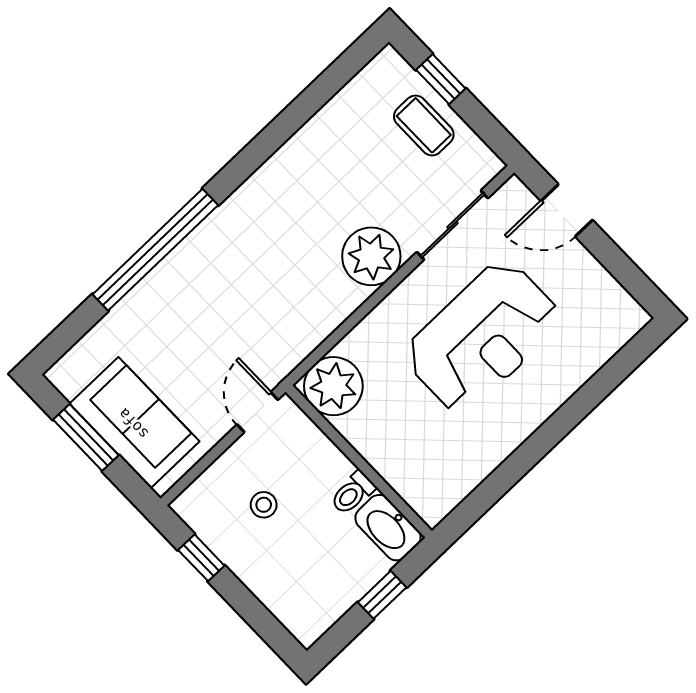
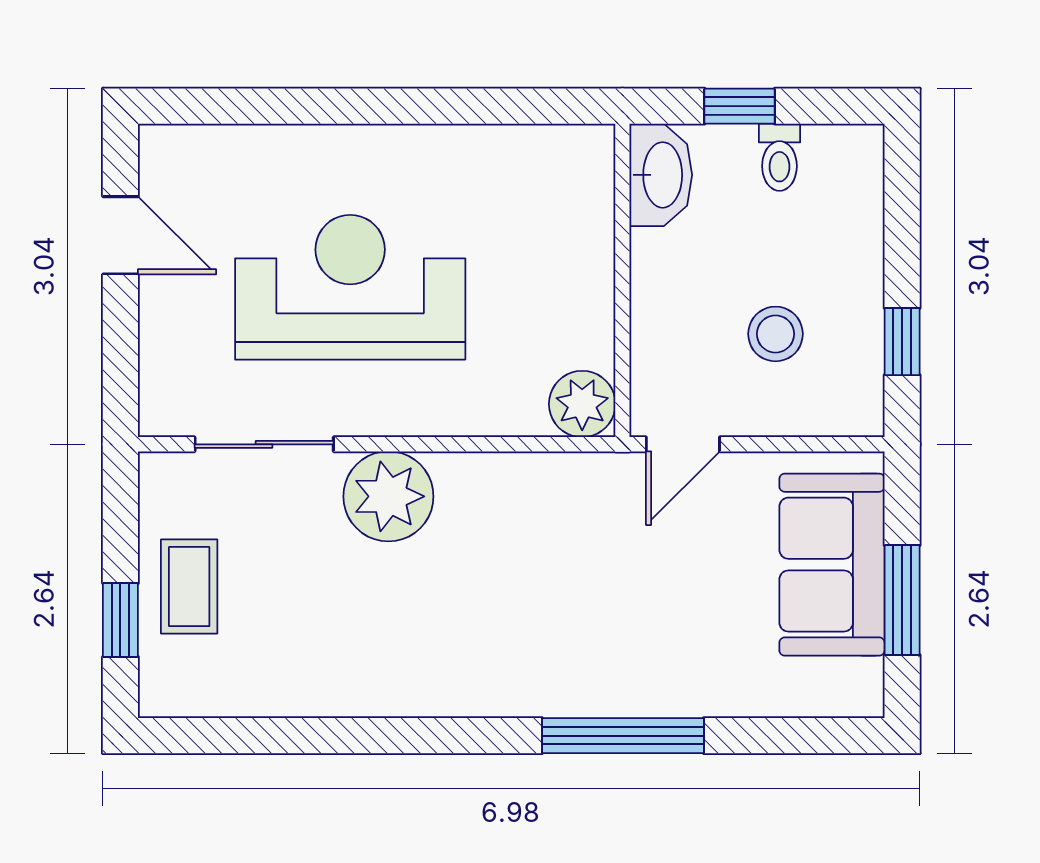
door: (567, 210) -> (120, 235), moved
window: (155, 250) -> (623, 736), width x0.68
plant: (333, 386) -> (582, 404), width x0.73, depth x0.73
toilet: (353, 493) -> (779, 157), moved, turned 90
stool: (264, 505) -> (775, 334), width x1.37, depth x1.37

